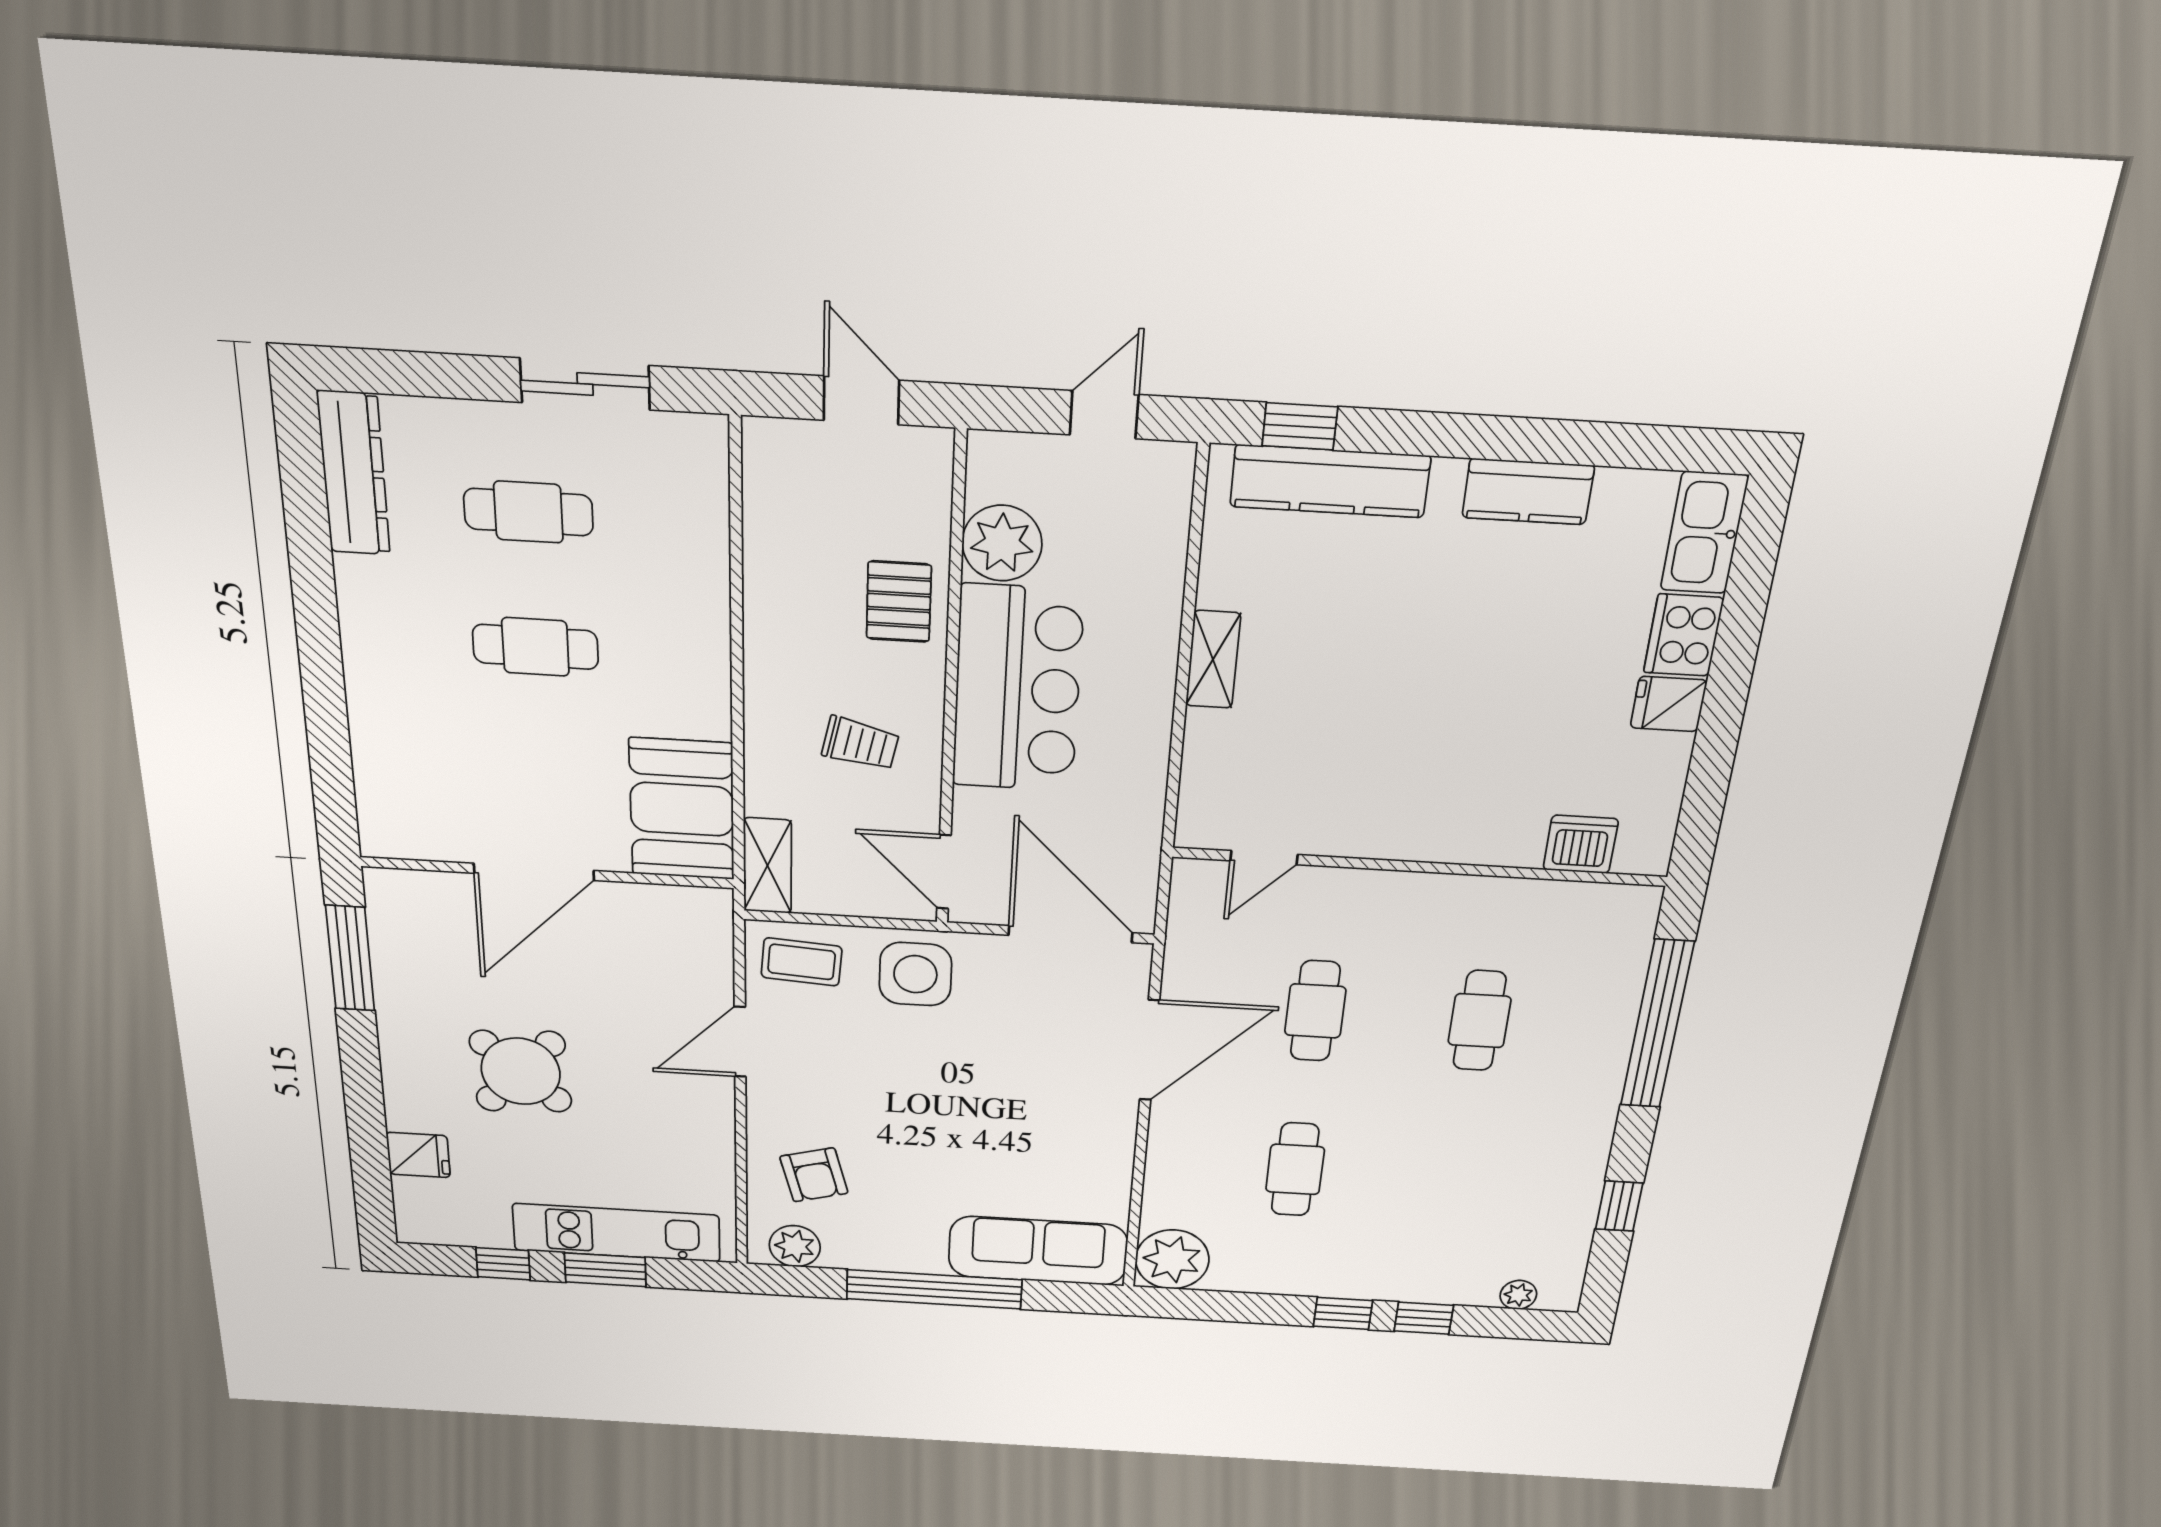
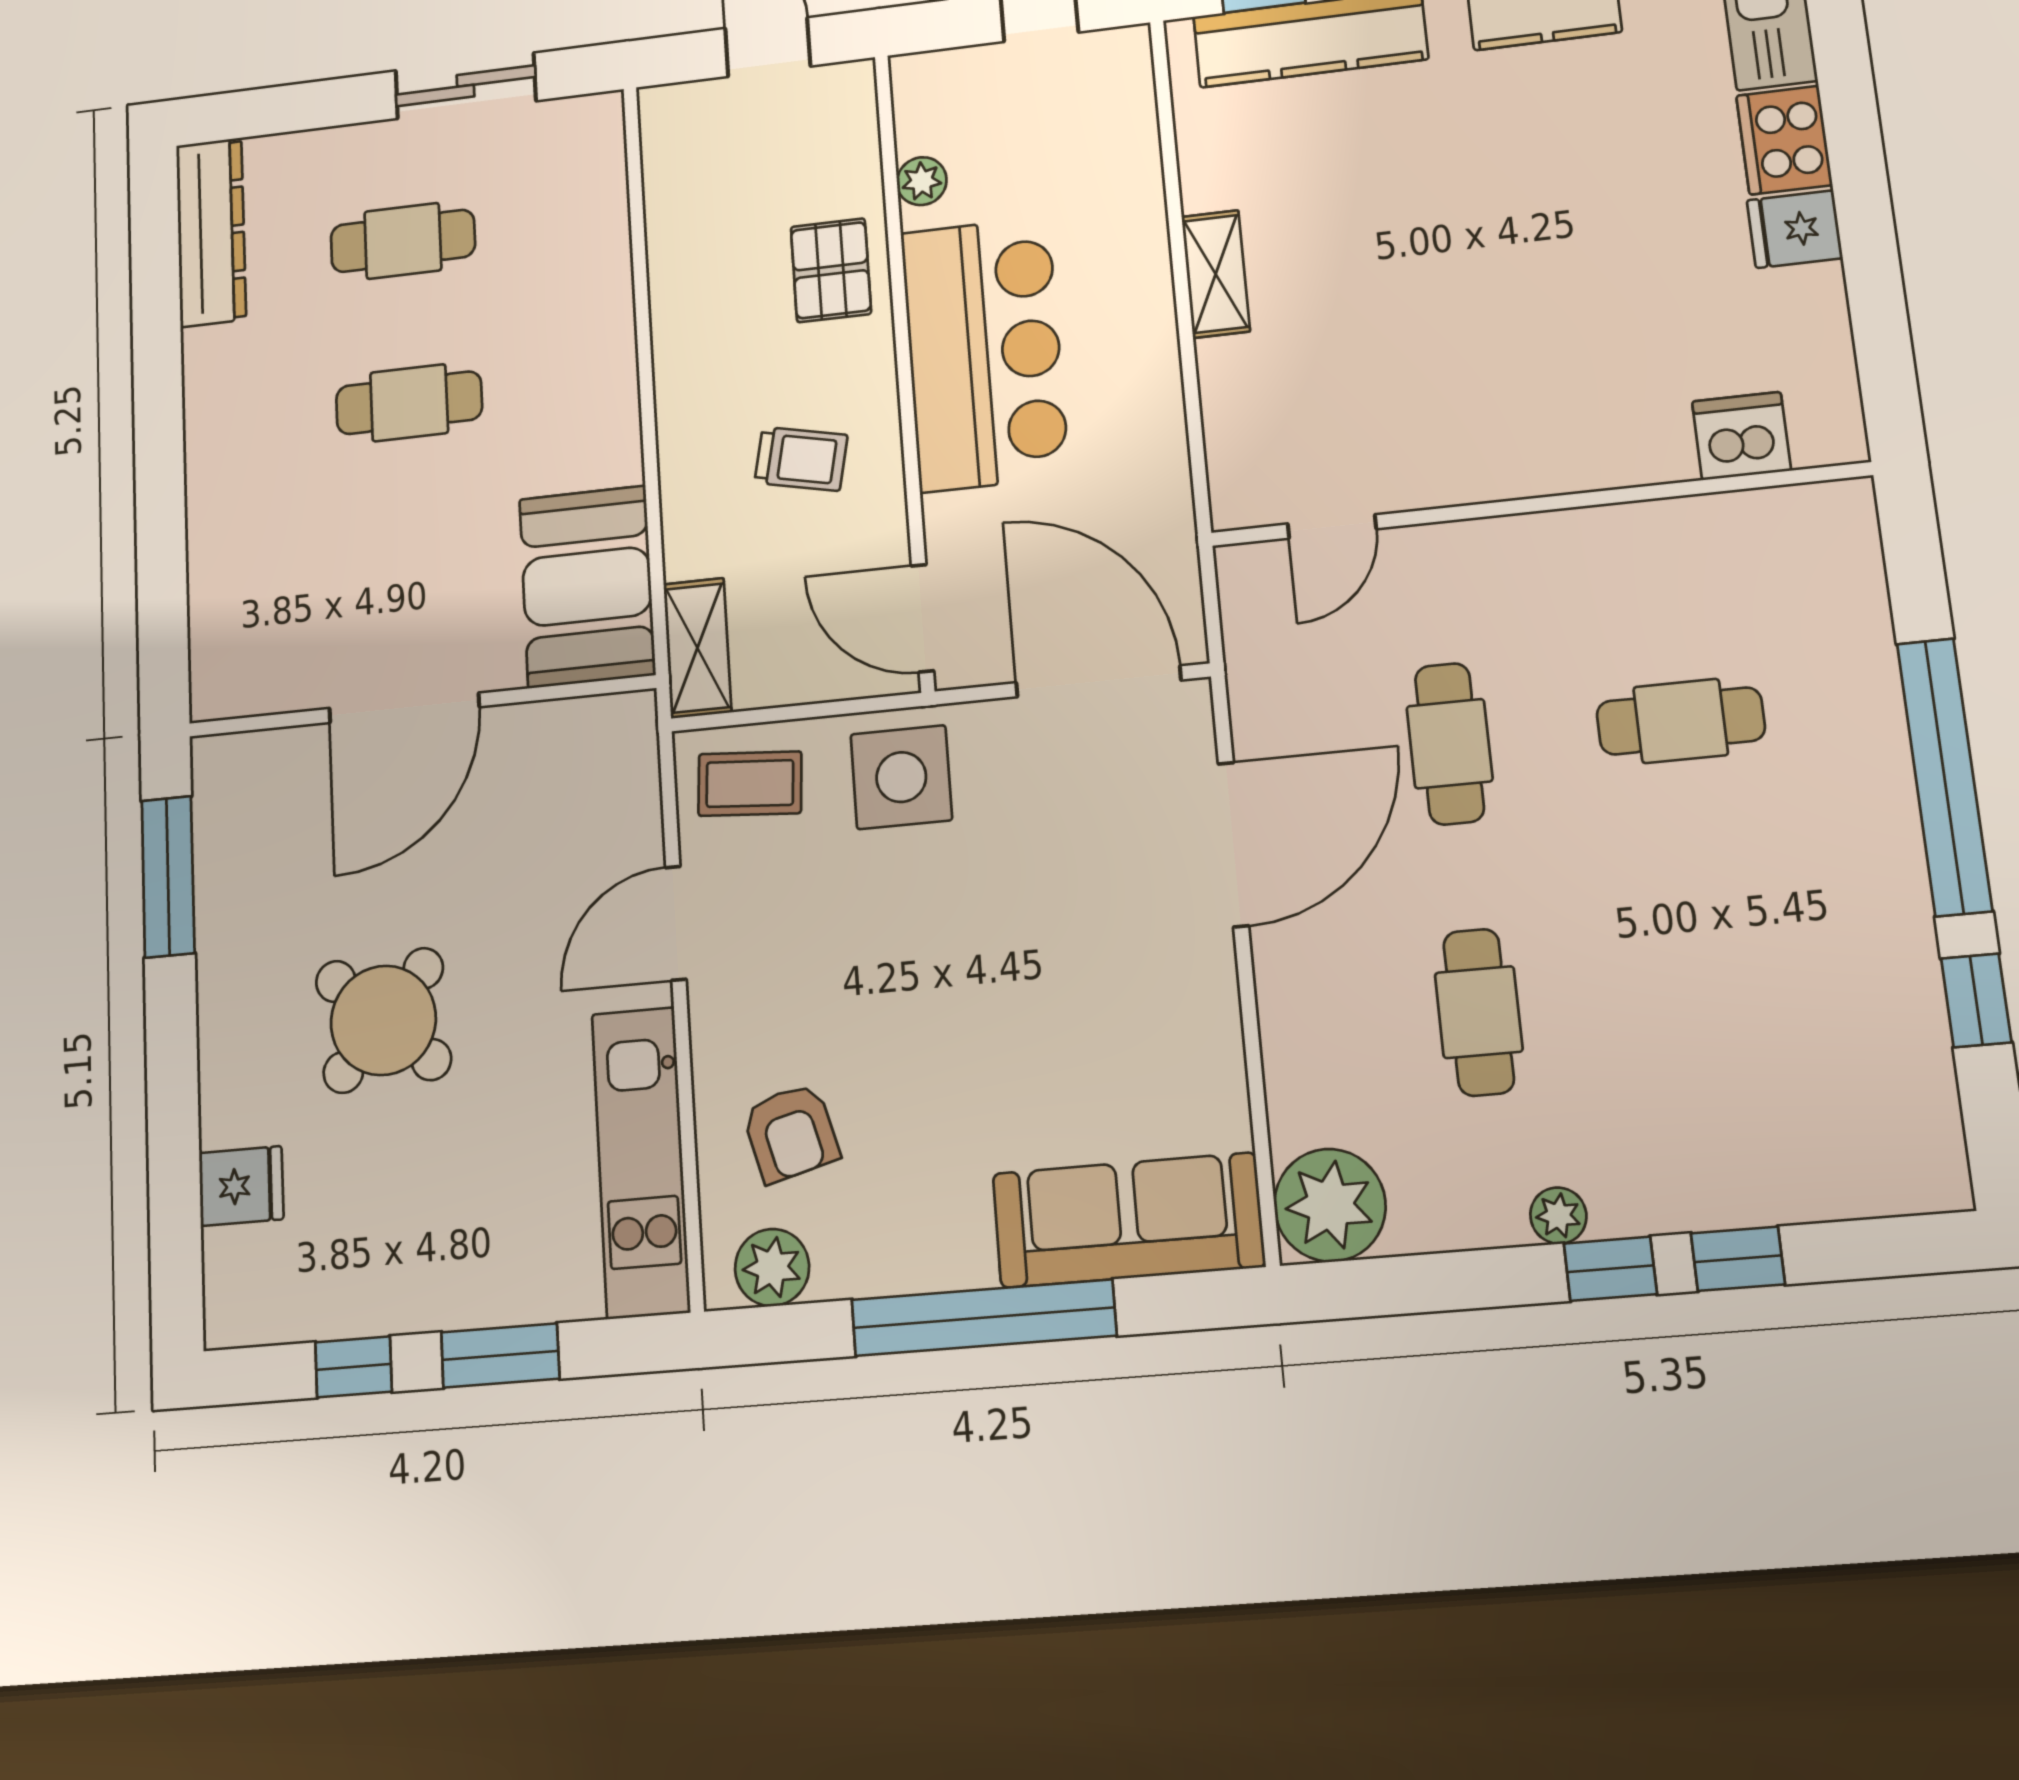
plant: (1002, 543) -> (922, 181), width x0.53, depth x0.53
cafe table: (1480, 1021) -> (1681, 721), turned 90
window: (1657, 1024) -> (1944, 777), moved
kitchen unit: (616, 1233) -> (641, 1162), moved, turned -90
plant: (1518, 1295) -> (1558, 1216), moved

